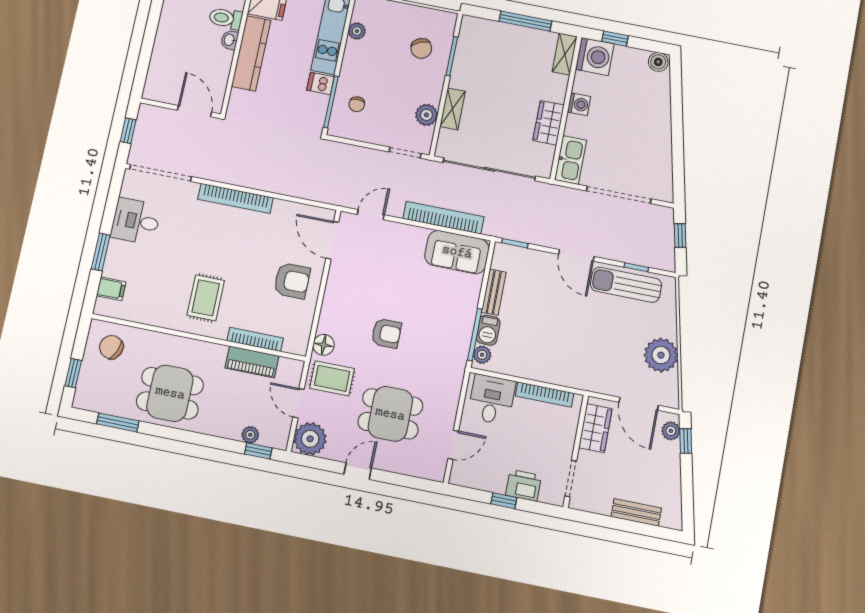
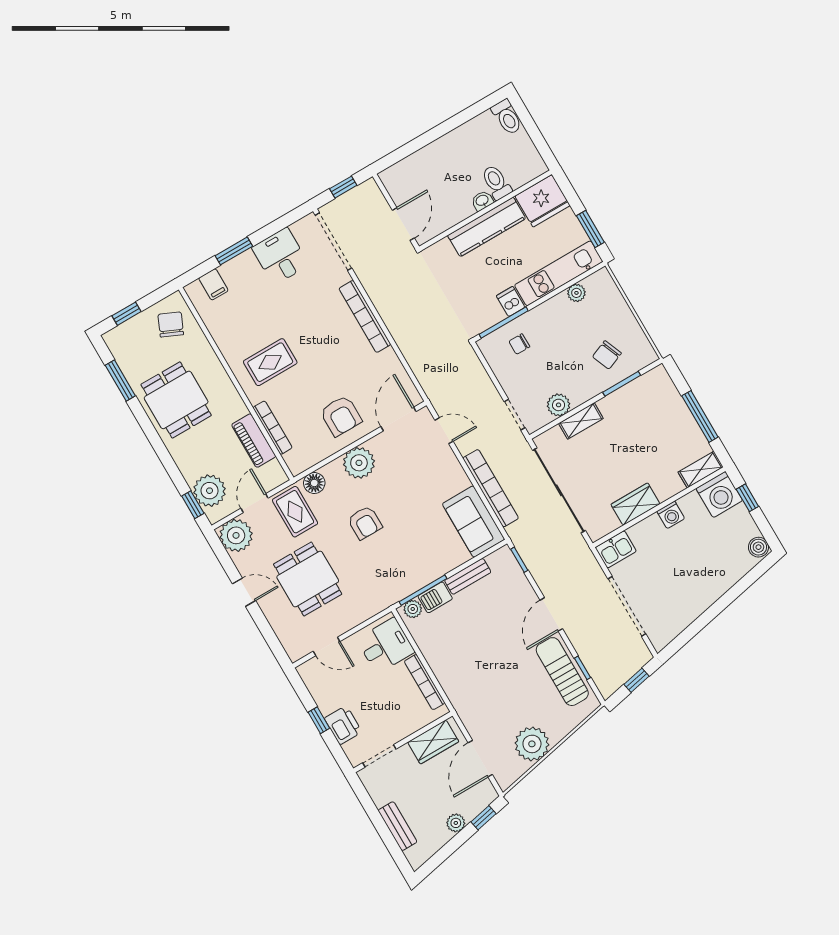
kitchen sink: (570, 160) -> (616, 549), width x0.73
plant: (338, 298) -> (359, 463), added
plant: (671, 431) -> (456, 823), moved
plant: (250, 435) -> (210, 491), width x1.87, depth x1.87

